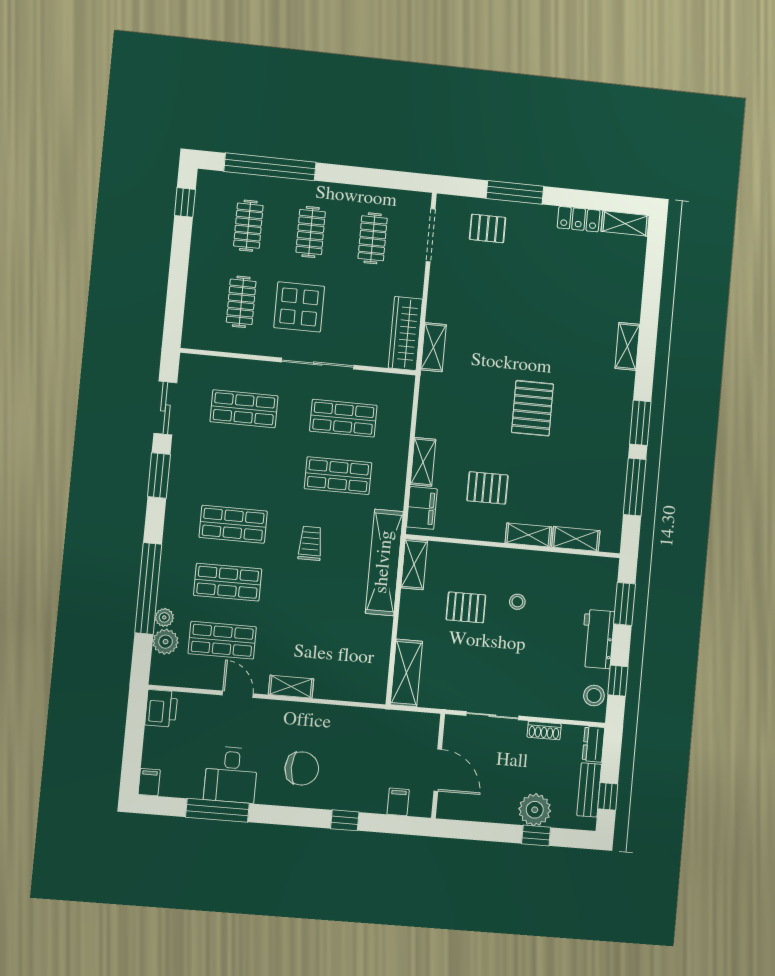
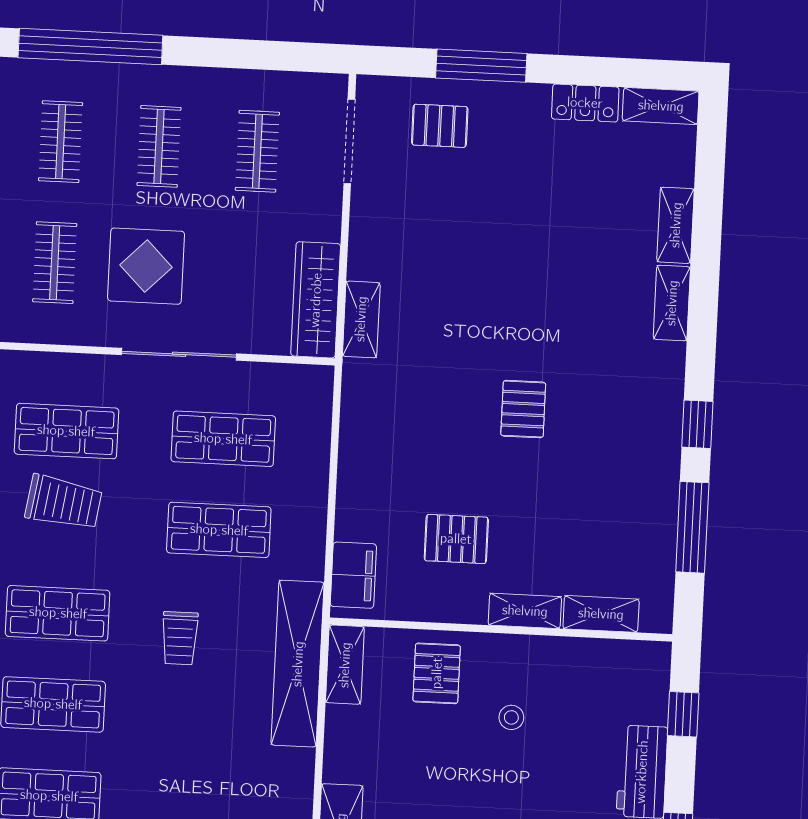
pallet: (532, 408) -> (523, 409), width x0.67, depth x0.71
window: (640, 423) -> (697, 424), width x0.67
trolley: (240, 454) -> (64, 502), added
shelving: (423, 462) -> (676, 225), moved
trolley: (310, 543) -> (180, 638), turned 180
window: (625, 604) -> (683, 714), width x0.67
pallet: (466, 607) -> (437, 673), moved, turned 90

